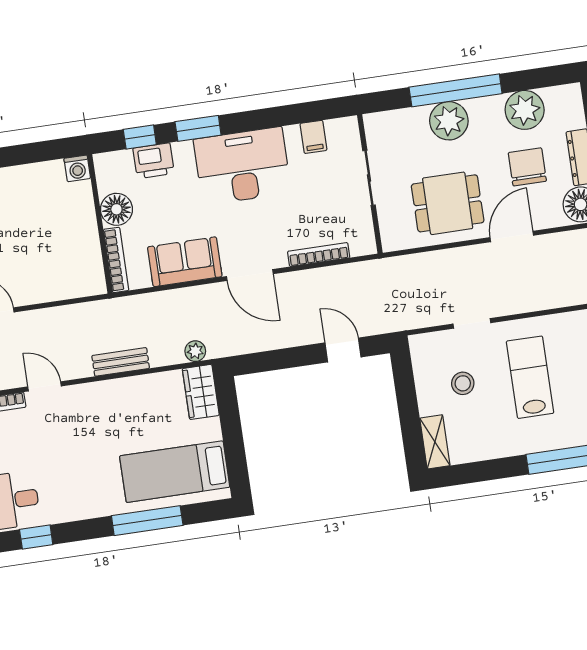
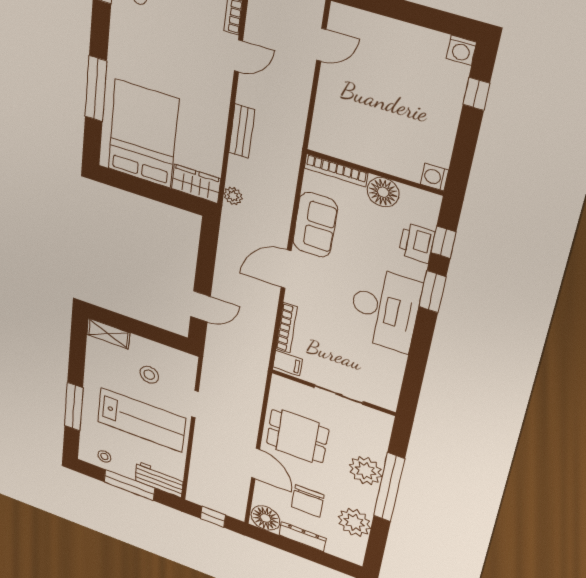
filing cabinet: (313, 137) -> (288, 363), moved, turned 180
chair: (527, 167) -> (308, 501), turned 90
dining table: (448, 203) -> (297, 436), turned 90
lab bench: (530, 377) -> (141, 420), width x1.36, depth x1.39
bed: (175, 472) -> (143, 134), width x1.50

